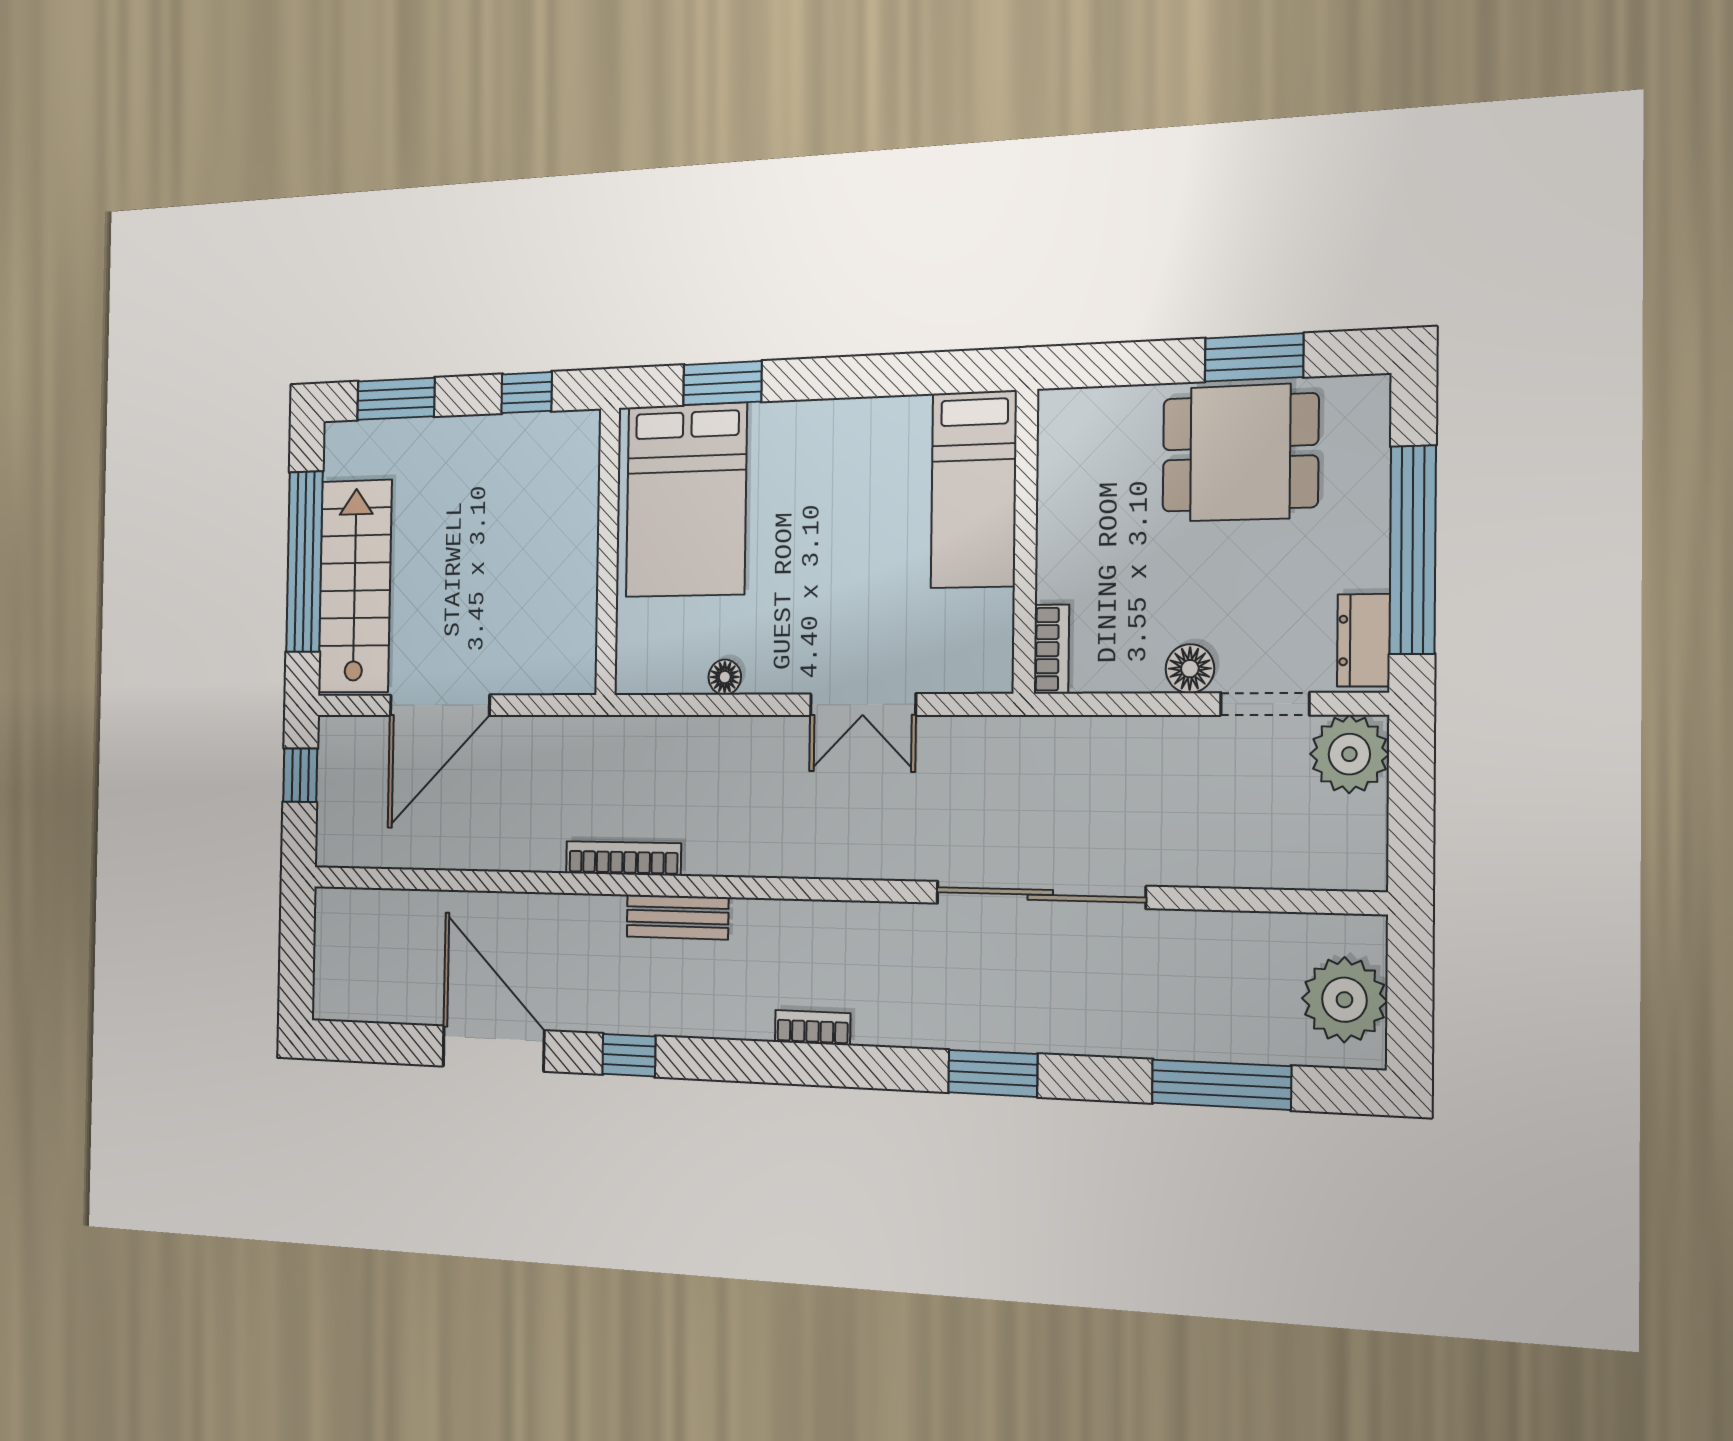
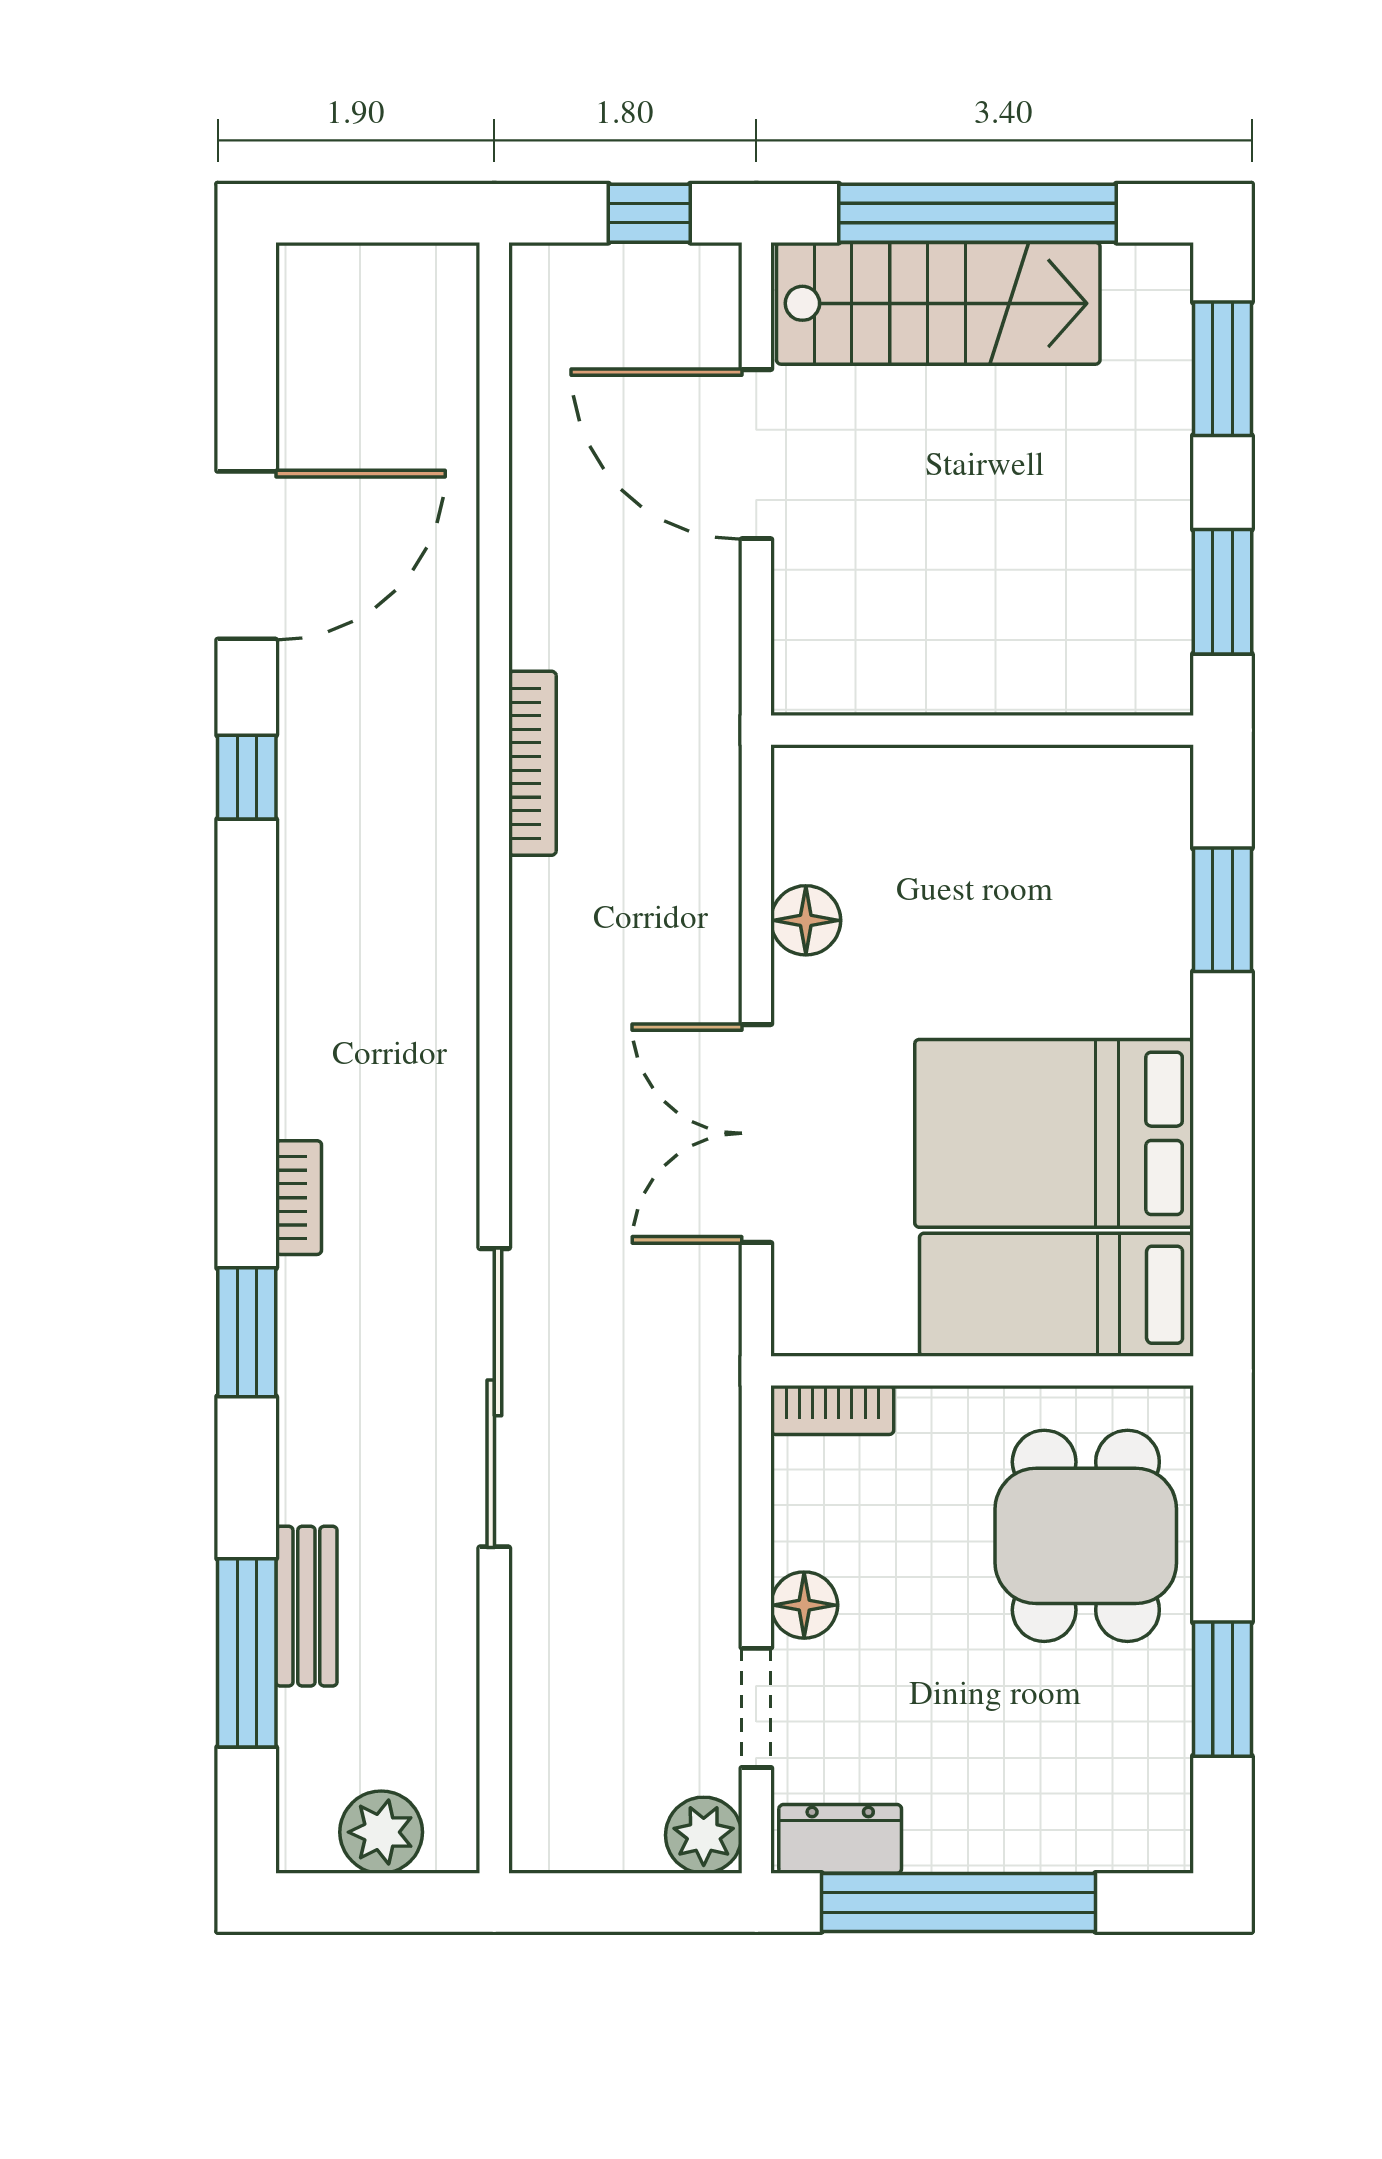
window: (527, 393) -> (1222, 592), width x1.50
dining table: (1240, 453) -> (1086, 1536), moved
bed: (686, 500) -> (1054, 1133), moved
floor lamp: (725, 677) -> (806, 920), width x1.37, depth x1.37
double door: (863, 705) -> (756, 1133), width x1.37
plant: (1349, 754) -> (704, 1835), width x0.73, depth x0.73
bench: (677, 917) -> (306, 1606), moved
plant: (1344, 1000) -> (381, 1832), width x0.73, depth x0.73
bookcase: (813, 1028) -> (299, 1198), moved

